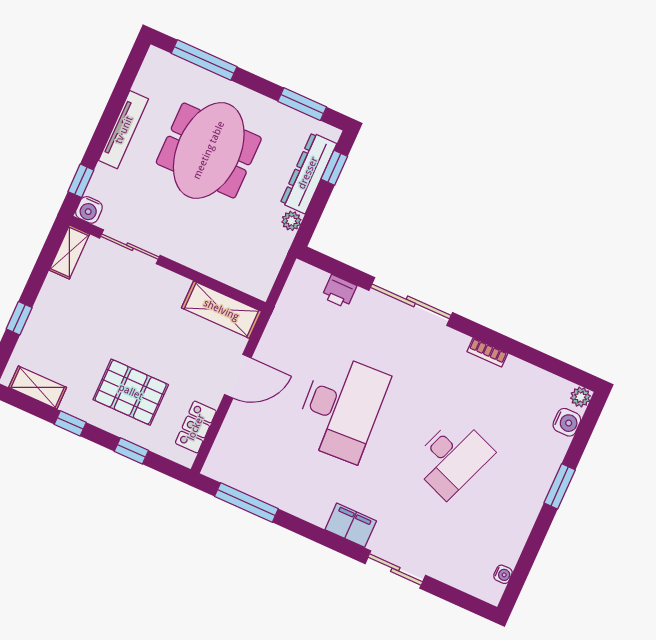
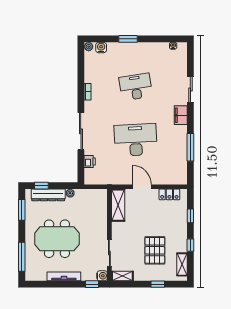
pallet: (131, 392) -> (155, 250), moved
desk: (452, 458) -> (136, 87), turned -30
window: (246, 503) -> (190, 147), moved

